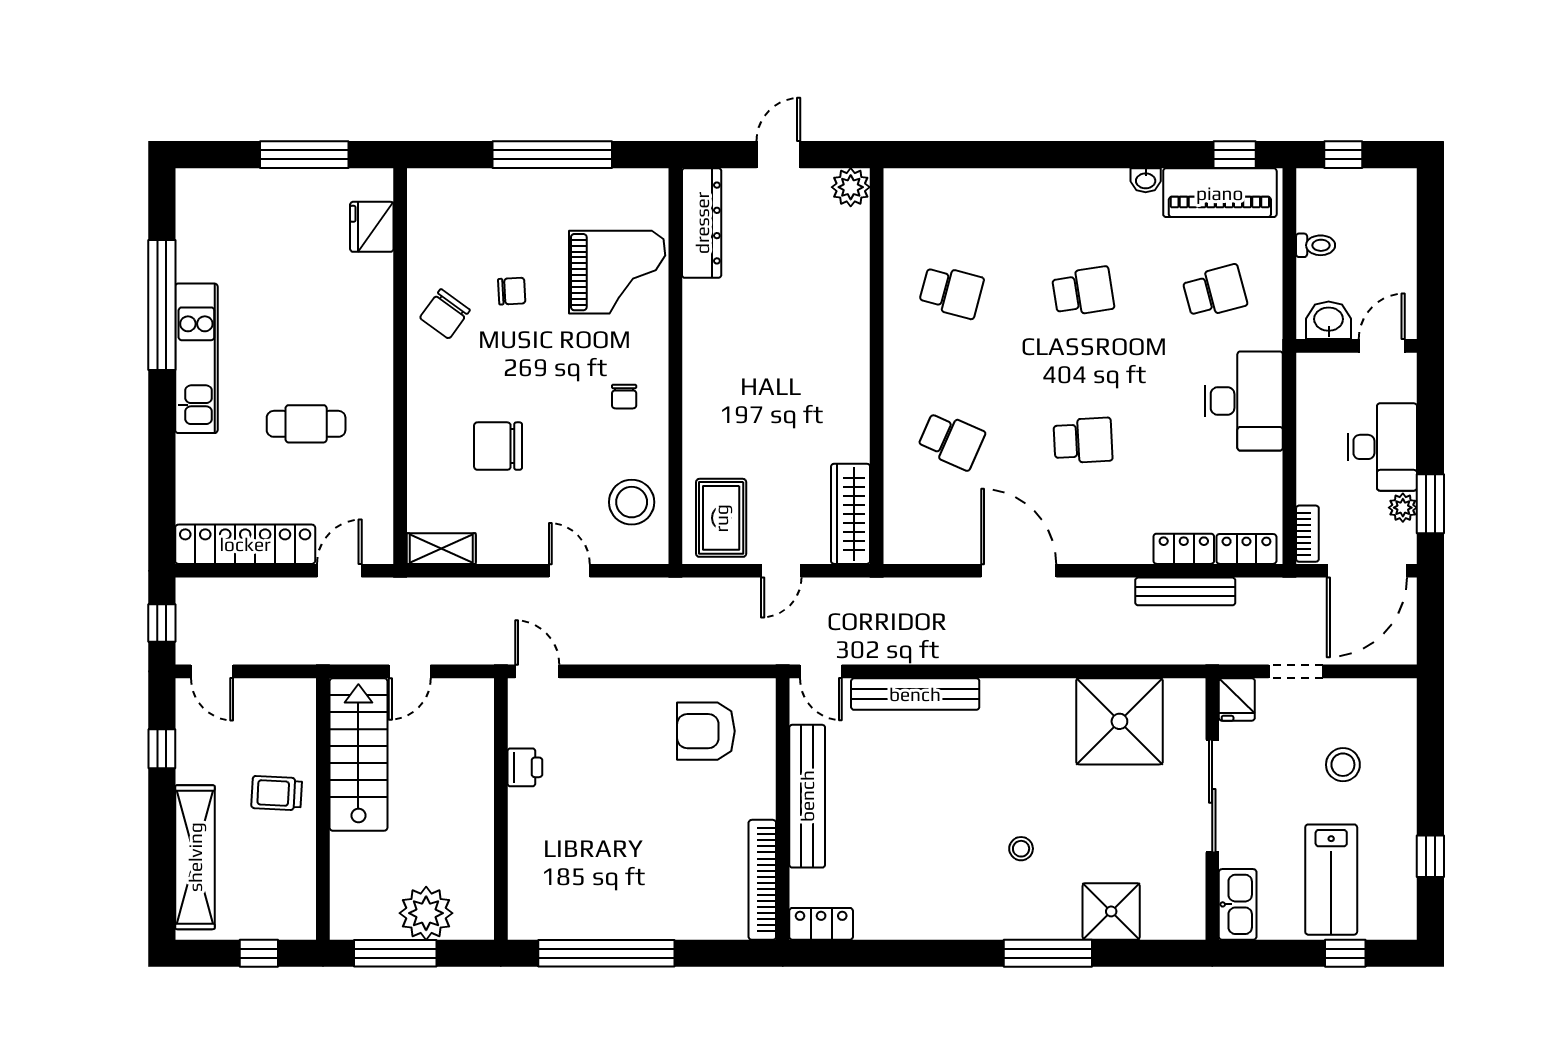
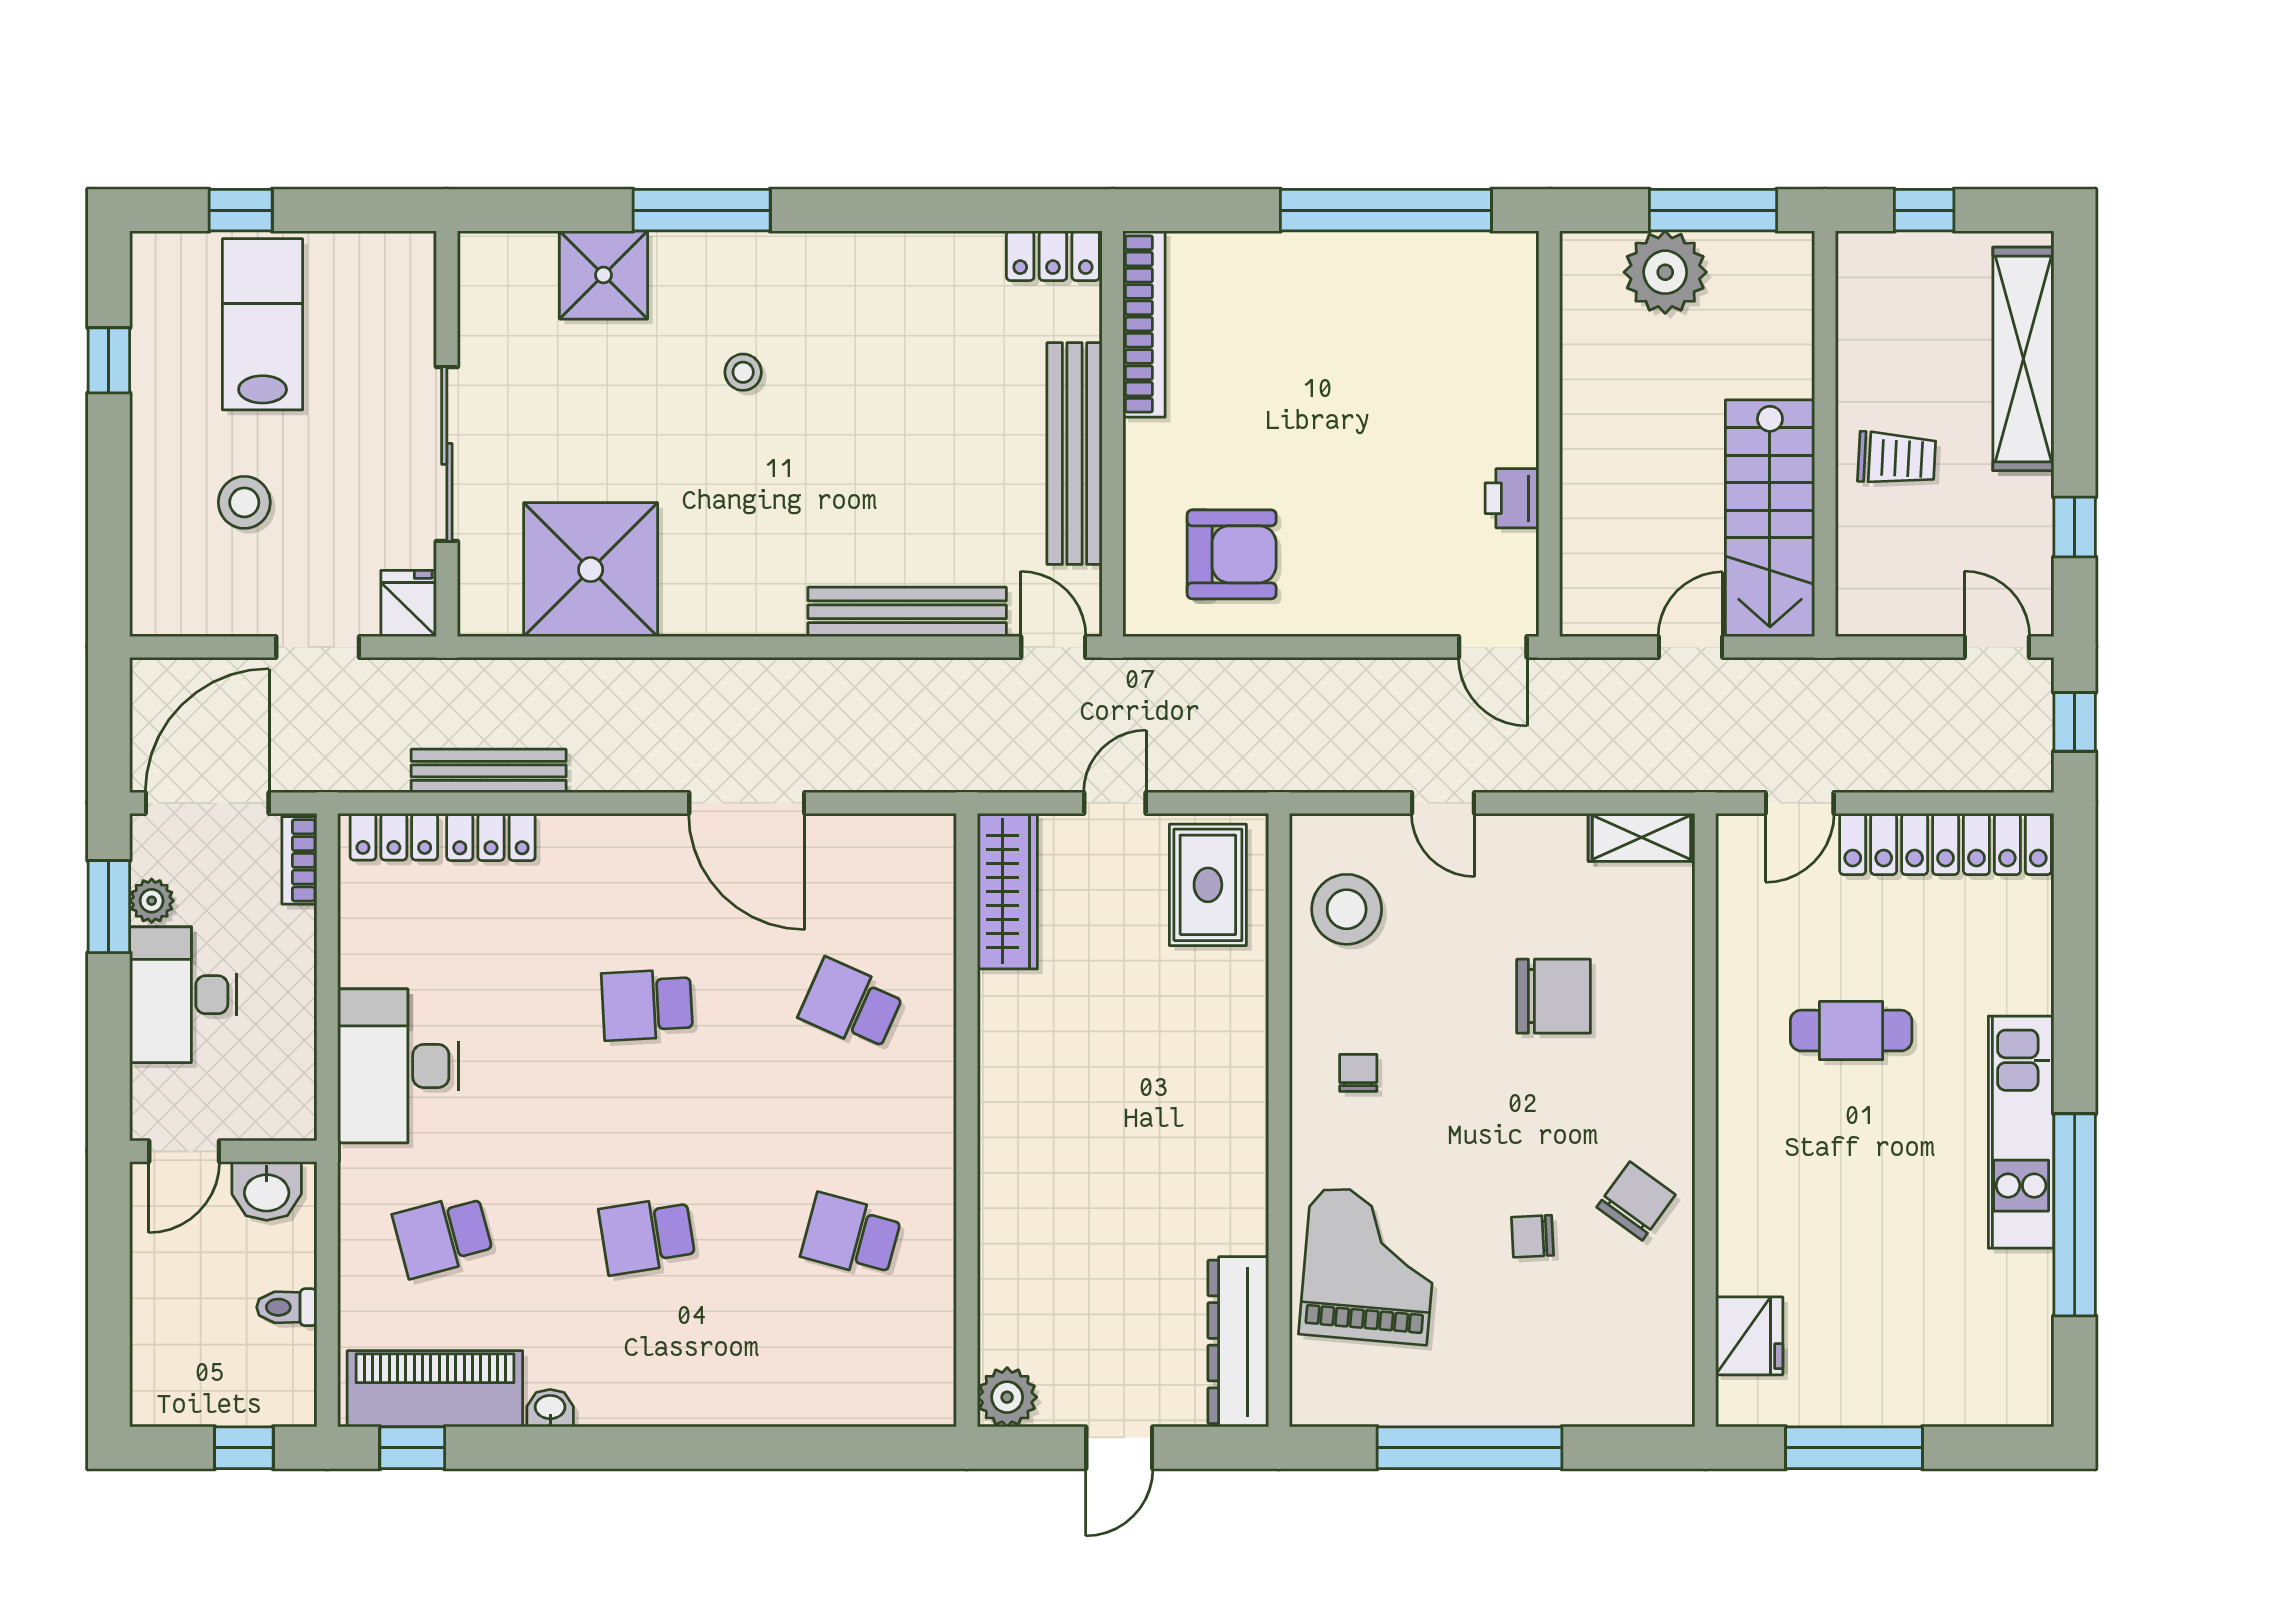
grand piano: (617, 272) -> (1369, 1266), turned 95
kitchen sink: (1238, 904) -> (407, 286), removed

